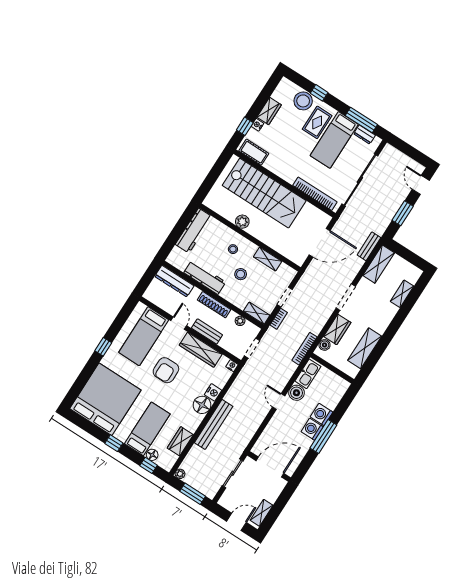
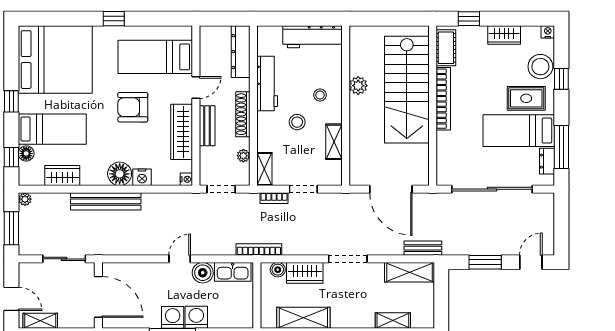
nightstand: (257, 125) -> (548, 32), moved
bookcase: (315, 194) -> (443, 99), moved

